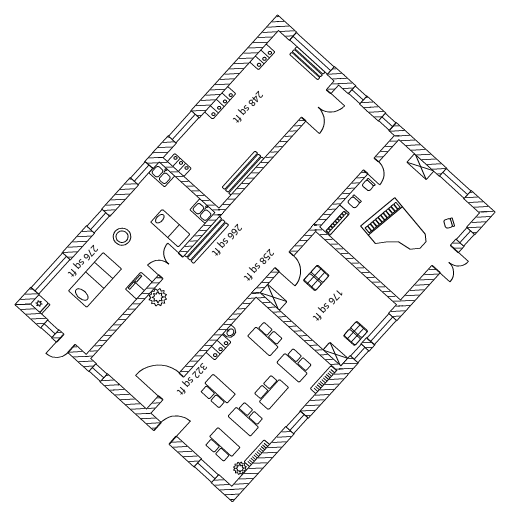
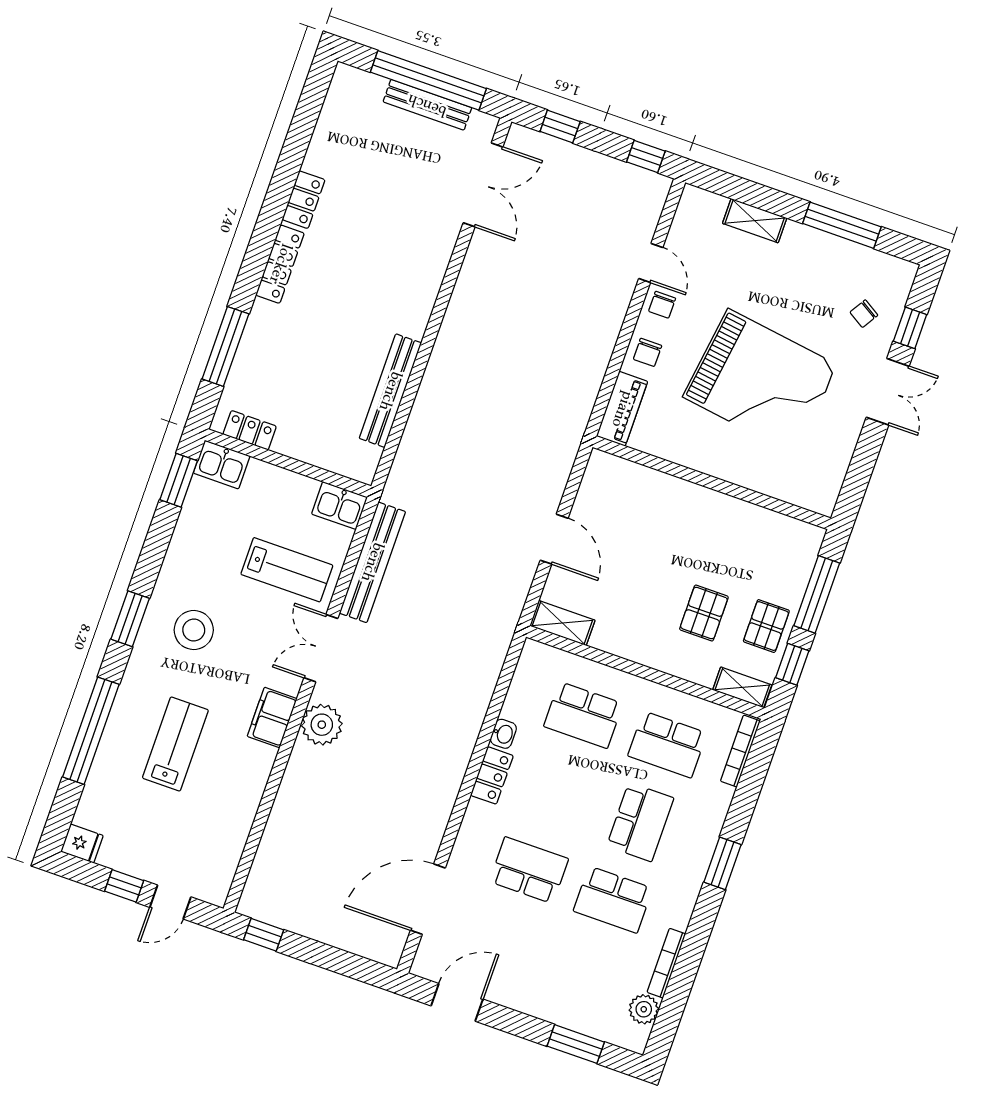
locker: (262, 57) -> (304, 200), moved
window: (51, 274) -> (91, 731), moved
pallet: (316, 278) -> (704, 613), moved
lab bench: (95, 280) -> (175, 744), width x0.73, depth x0.72
school desk: (222, 445) -> (586, 977), removed

